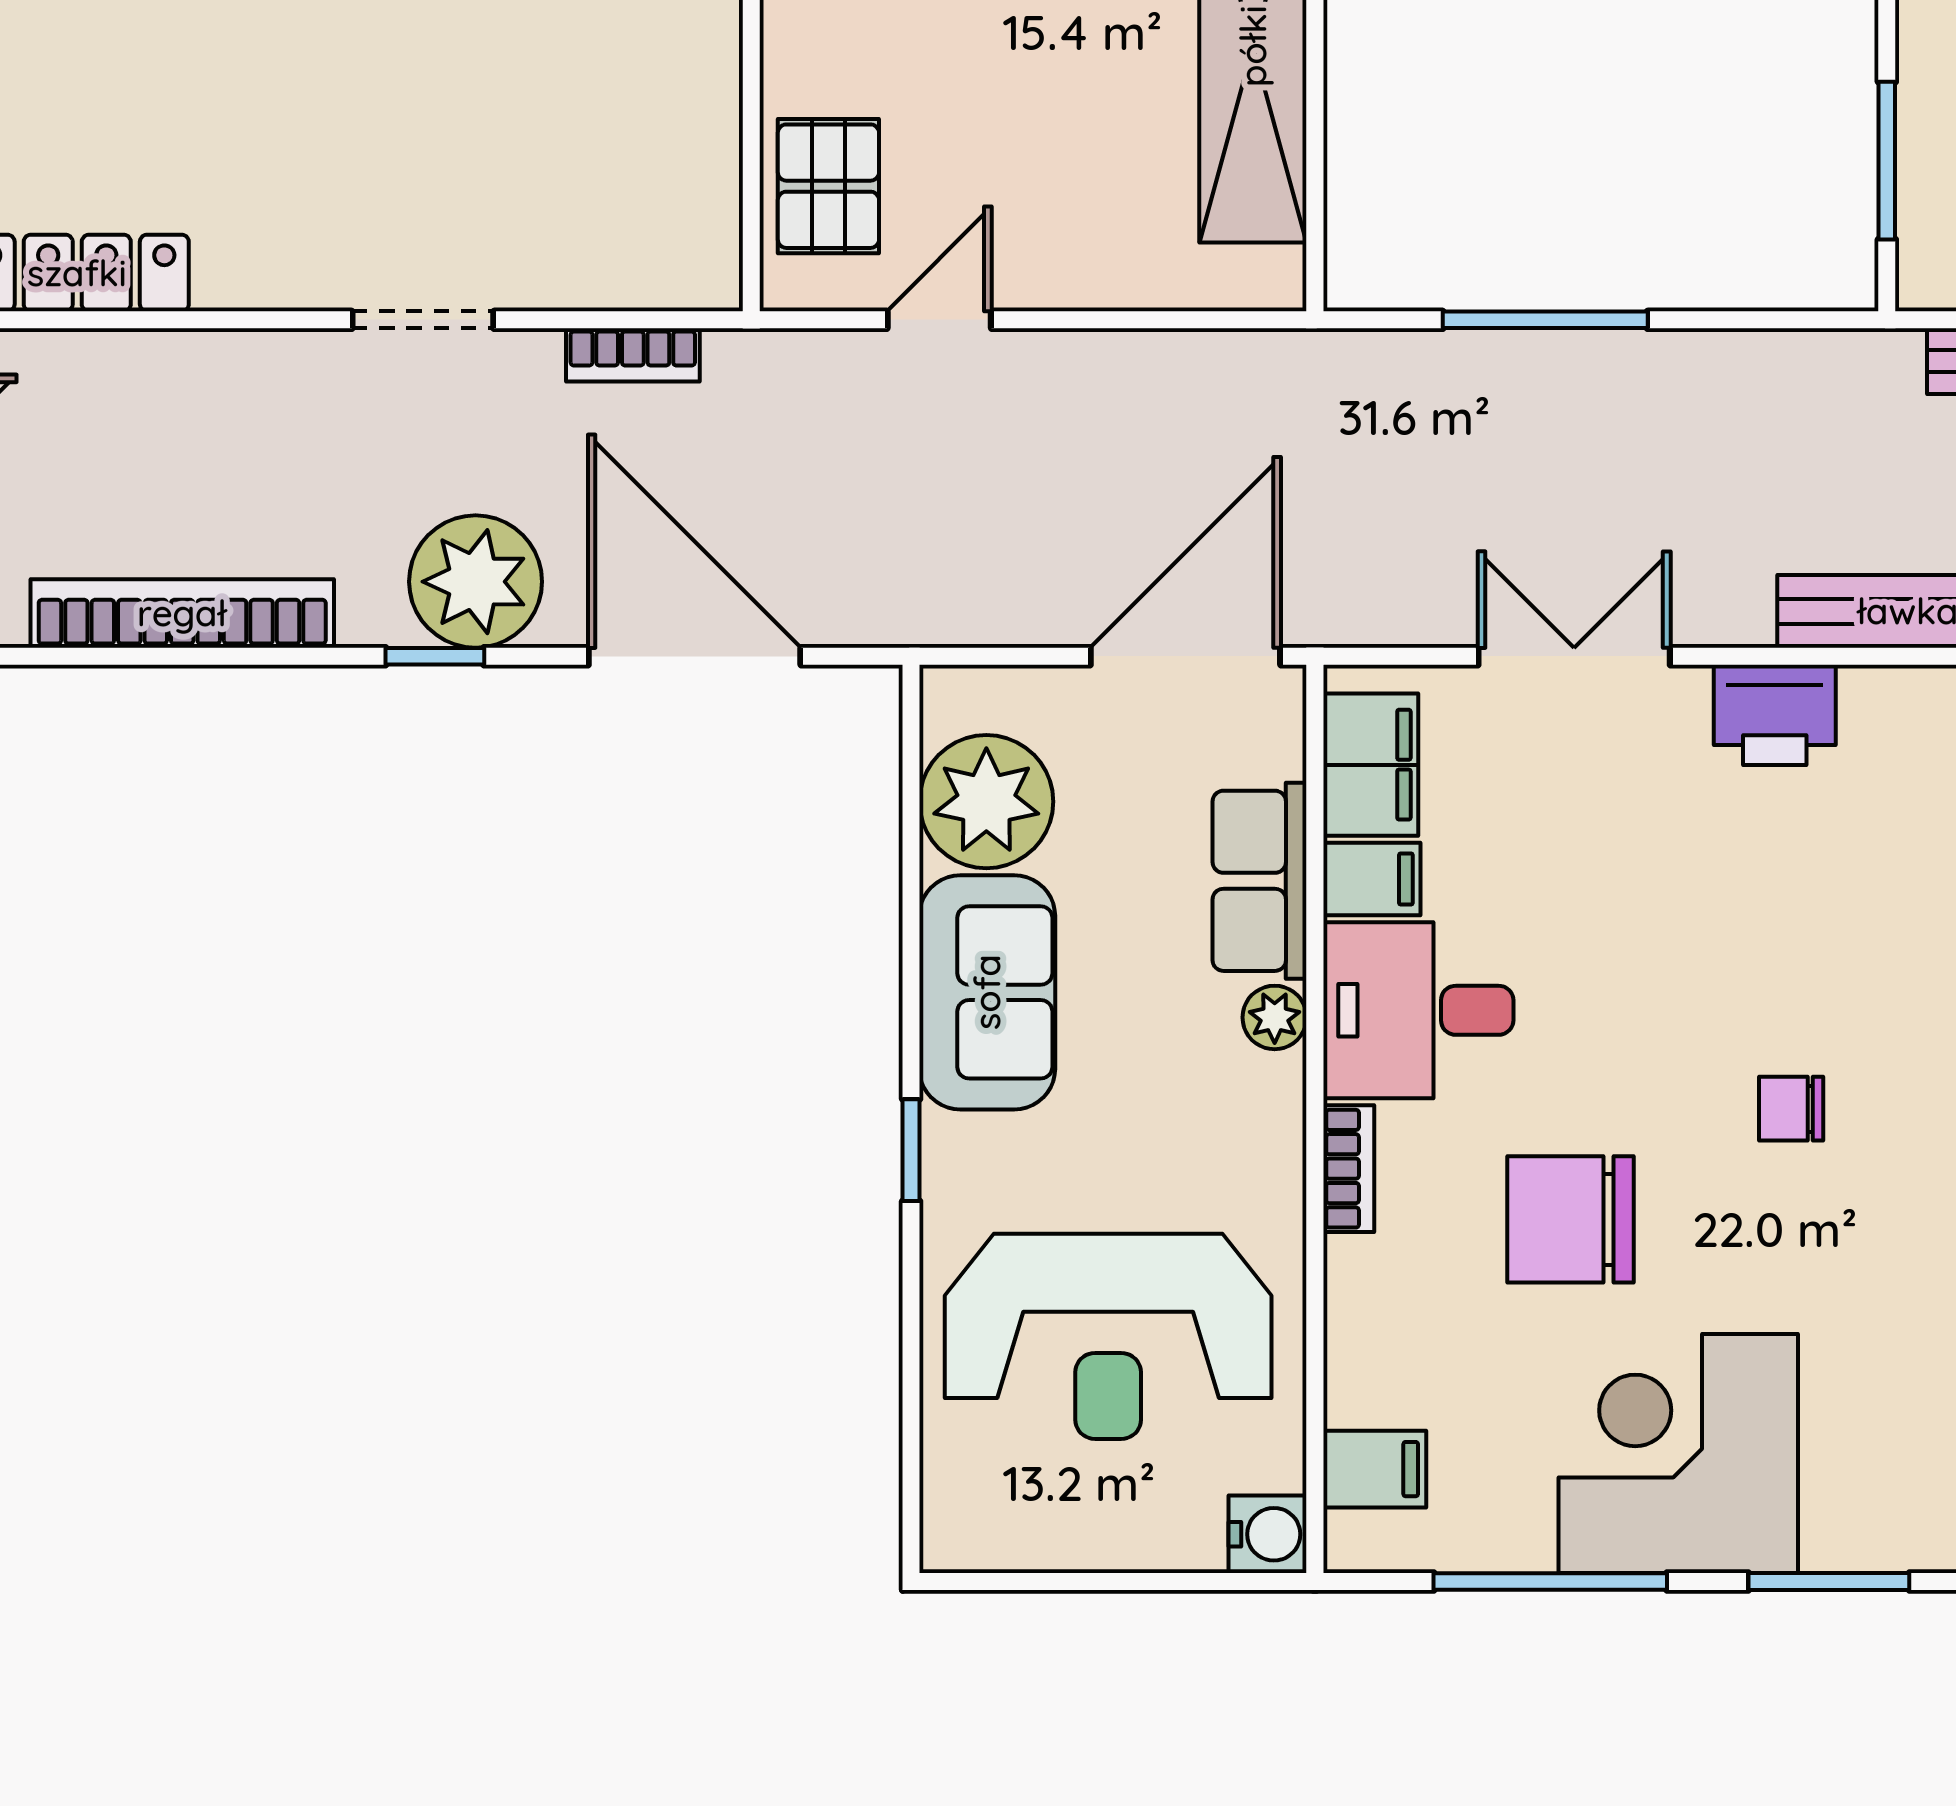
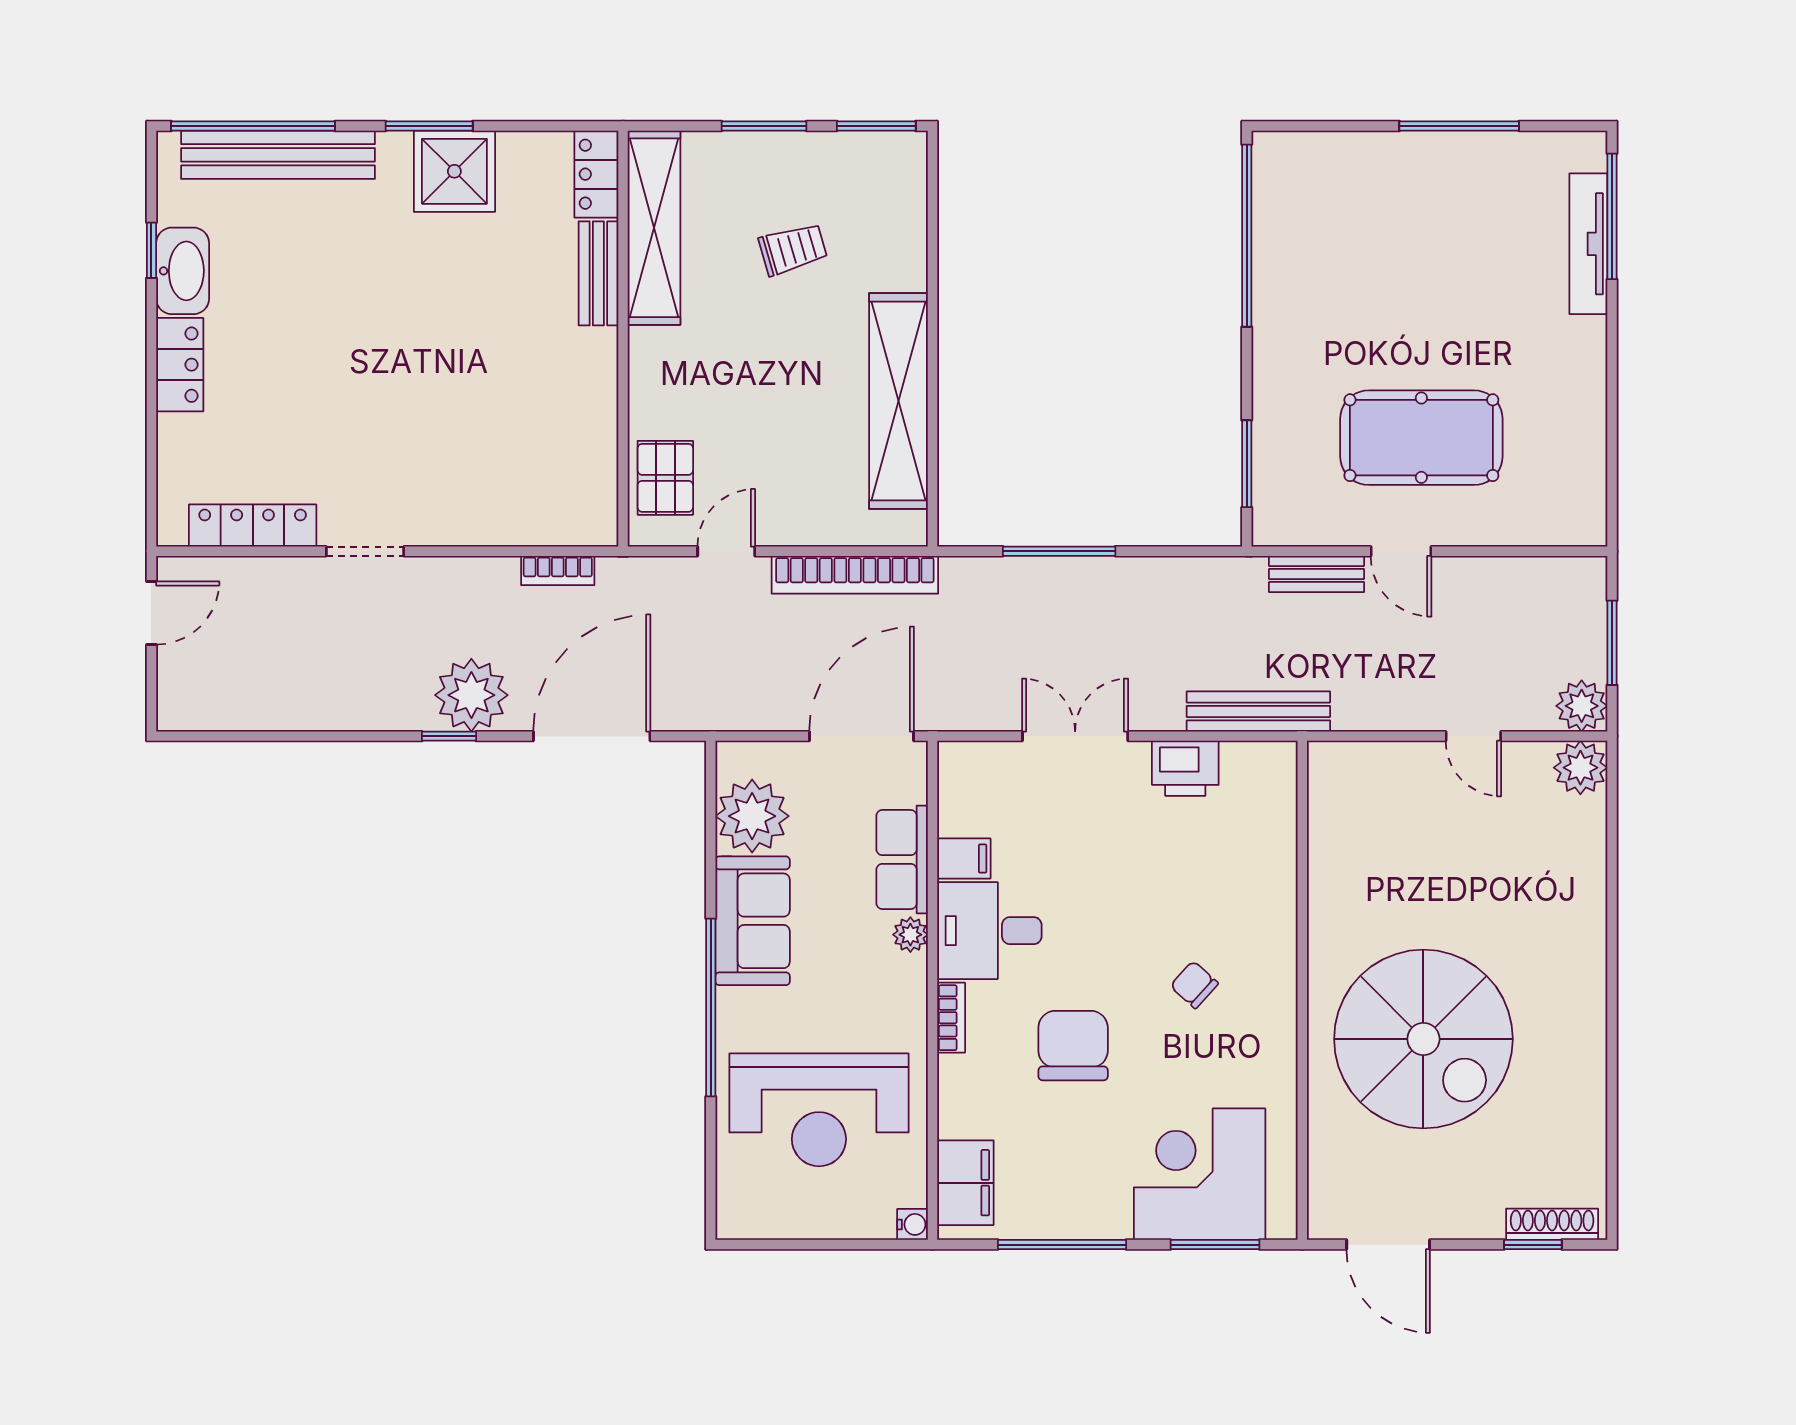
doorway: (423, 320) -> (365, 551), moved
bookcase: (182, 613) -> (855, 575), moved, turned 180
door: (695, 656) -> (592, 736), hinge flipped
filing cabinet: (1371, 765) -> (963, 796), removed
chair: (1791, 1109) -> (1194, 985), turned 42
window: (911, 1150) -> (711, 1007), width x3.17
chair: (1571, 1219) -> (1073, 1046), turned 90
corner desk: (1678, 1453) -> (1200, 1174), moved
filing cabinet: (1375, 1469) -> (965, 1183), width x2.00
water cooler: (1268, 1534) -> (912, 1224), width x0.72, depth x0.72

